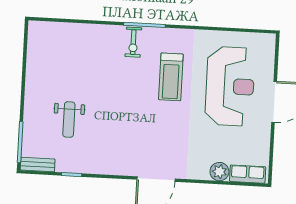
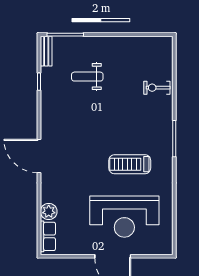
exercise bike: (133, 42) -> (157, 88), moved

